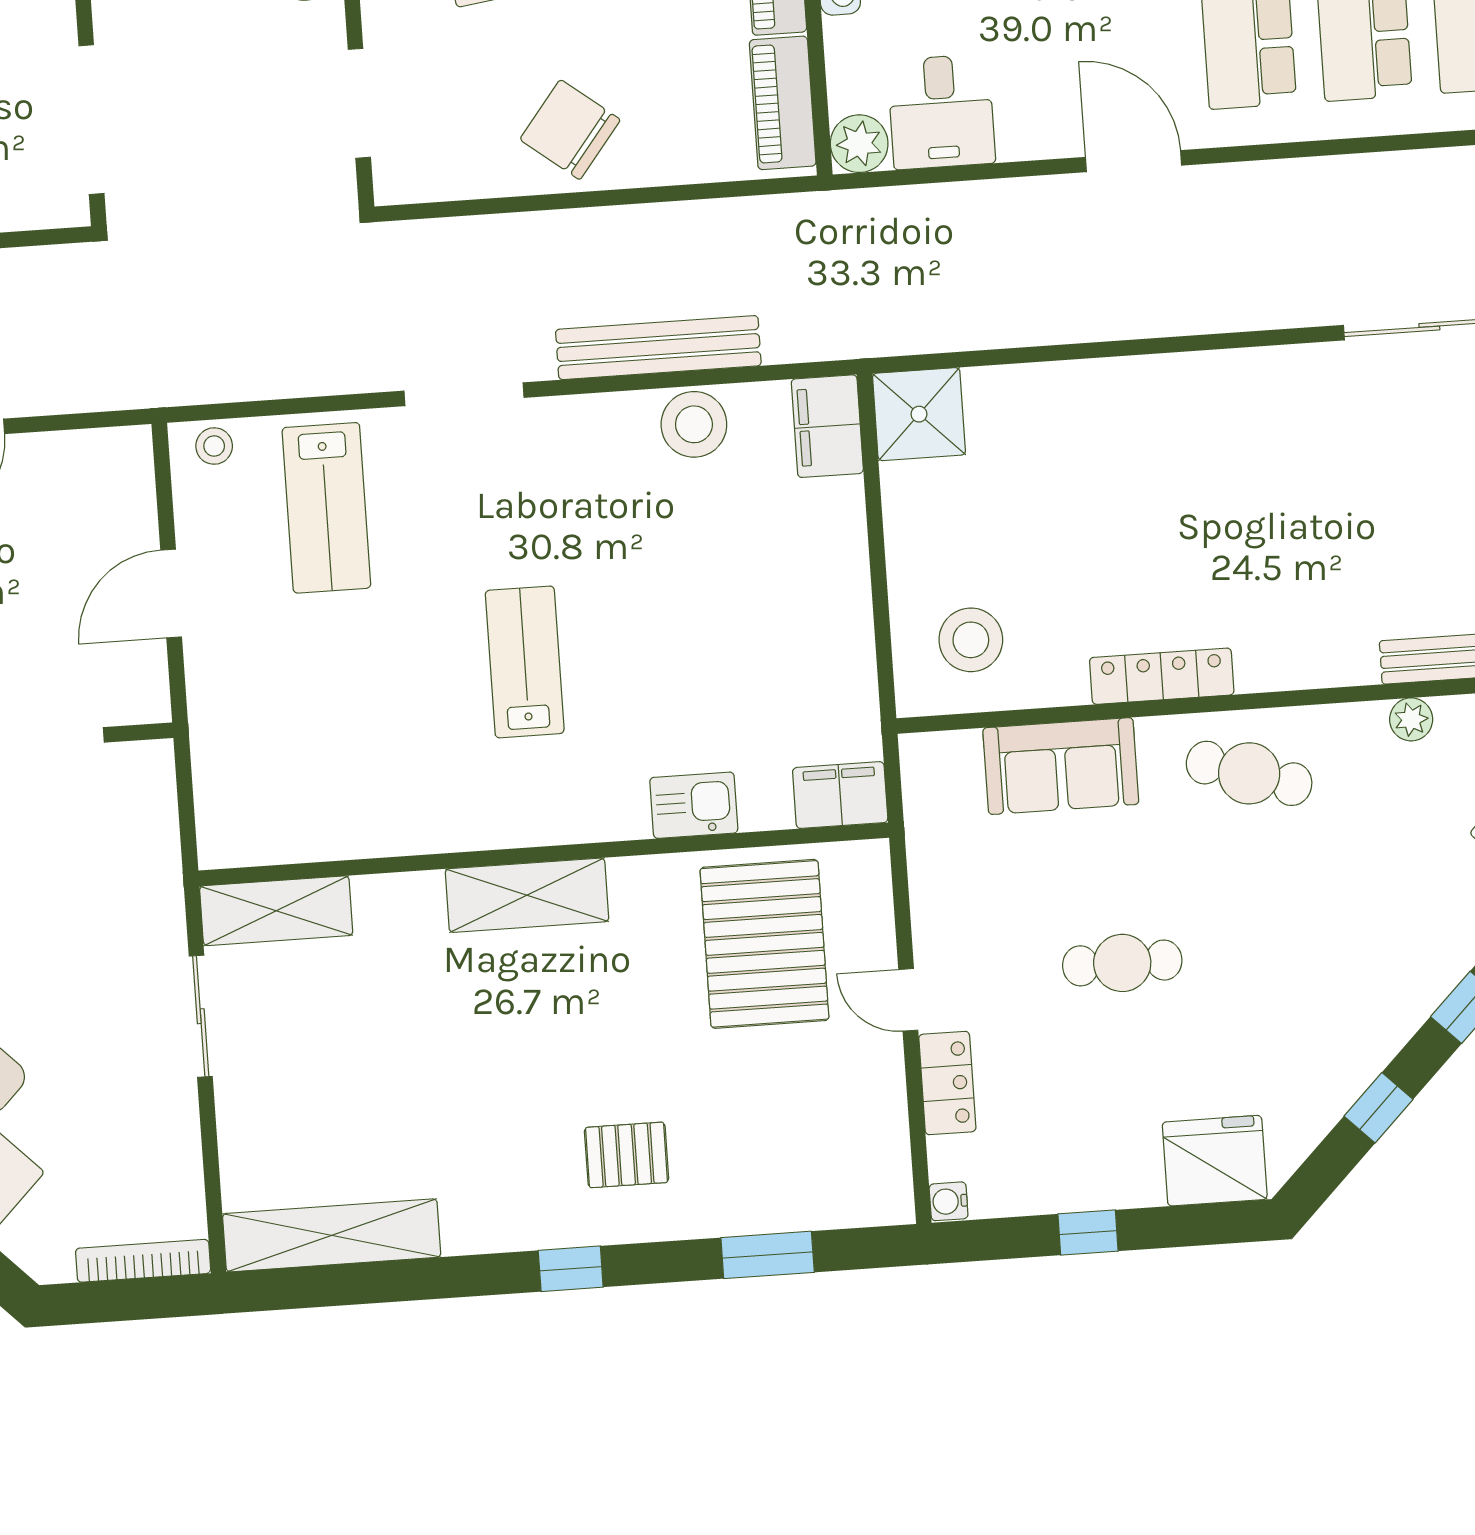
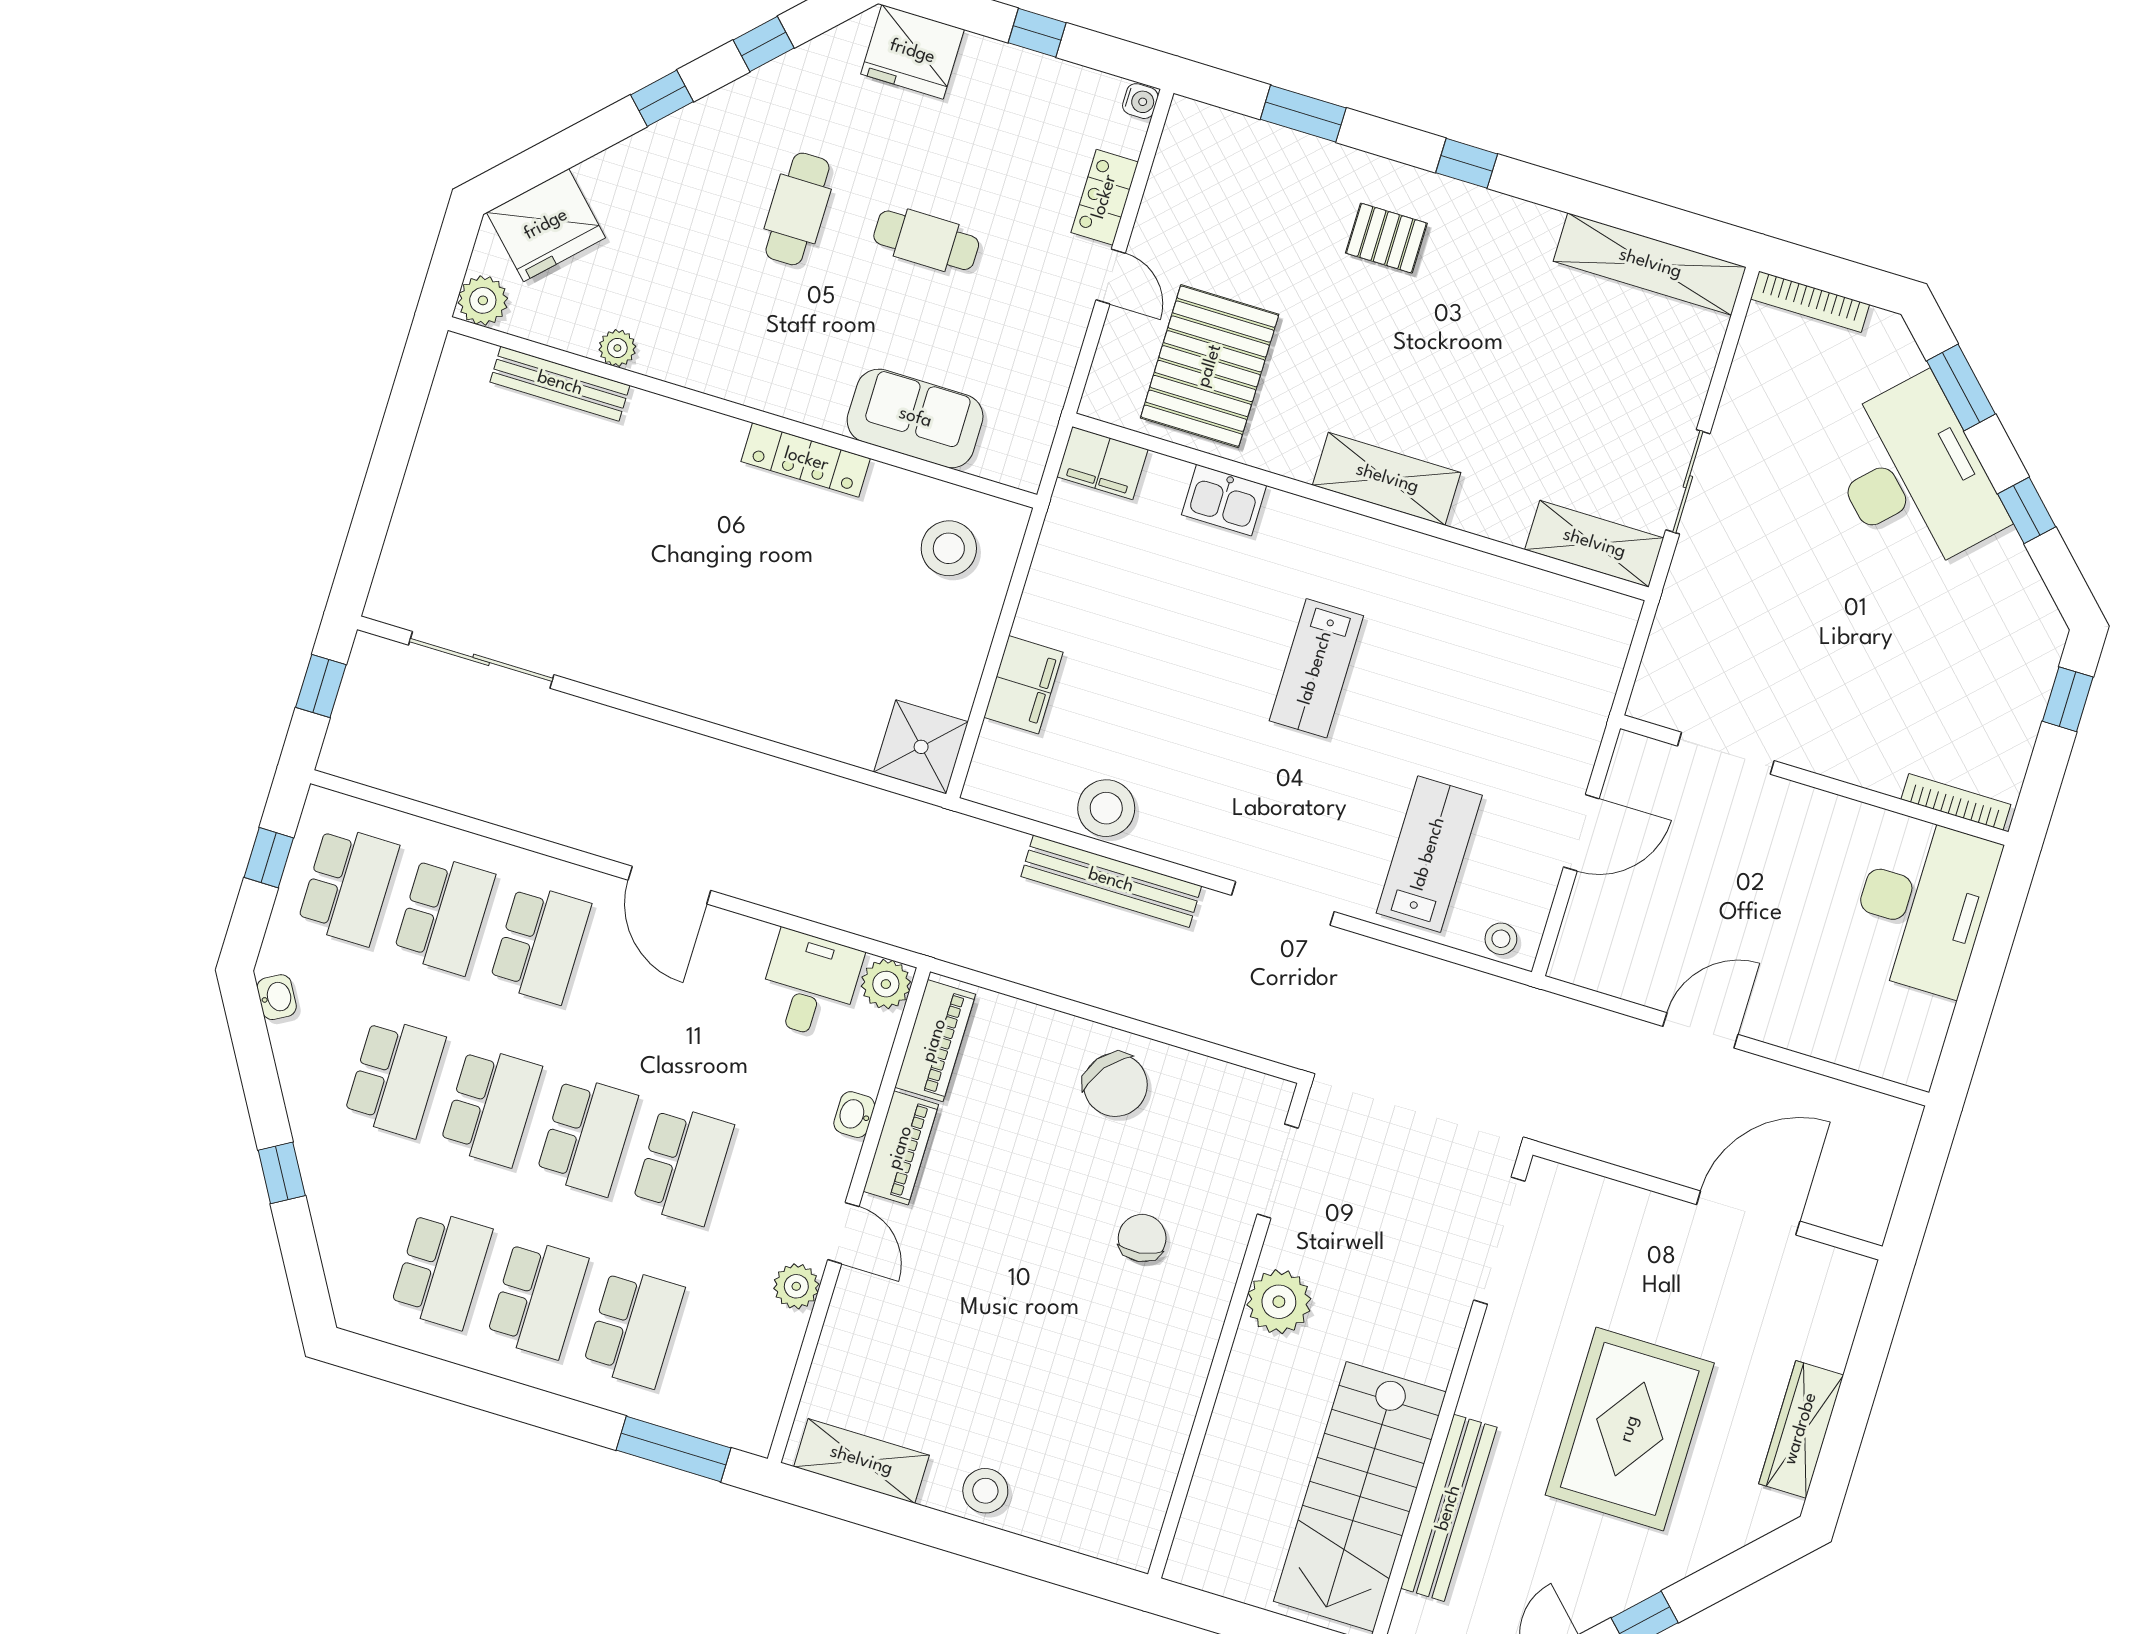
filing cabinet: (827, 426) -> (1023, 685), moved
cafe table: (1249, 773) -> (798, 209), moved, turned 72

